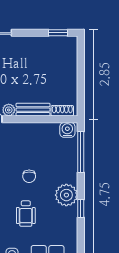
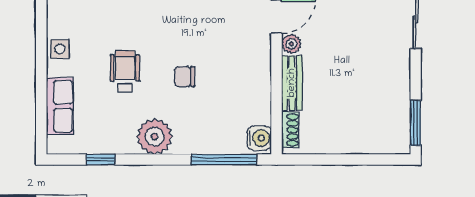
window: (58, 33) -> (416, 123), width x1.50
window: (81, 209) -> (100, 160), moved
wheelchair: (26, 214) -> (125, 71), turned 90

